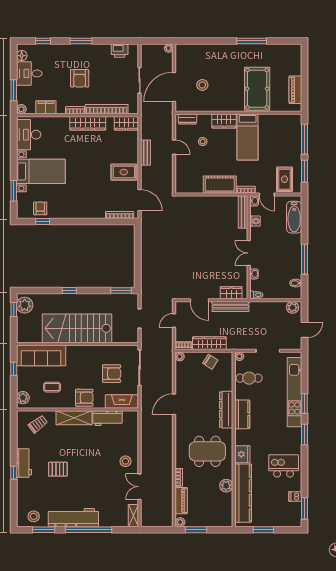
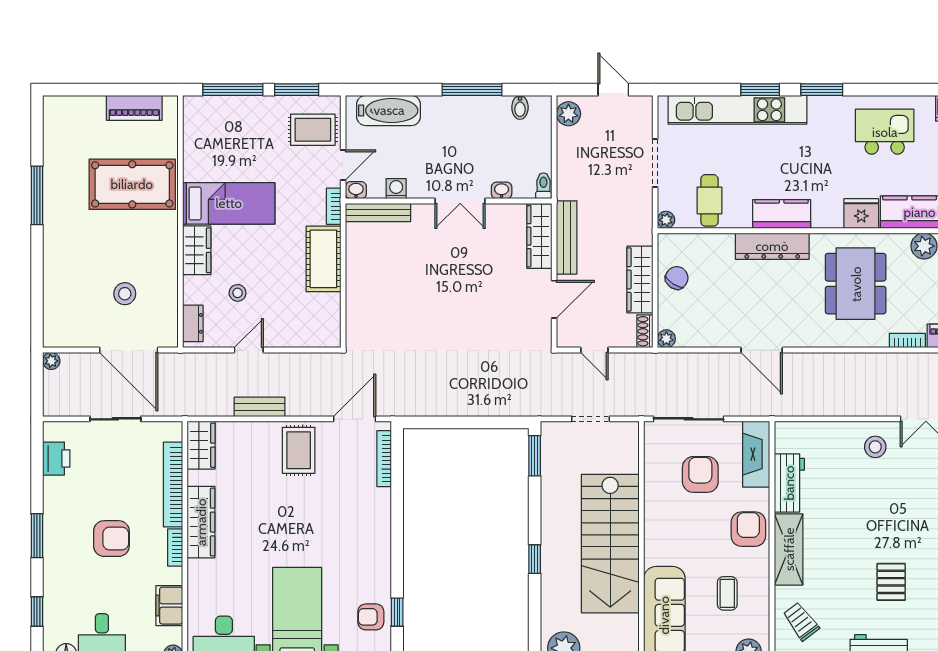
wardrobe: (231, 293) -> (539, 236), width x1.50
kitchen island: (284, 466) -> (885, 132), turned 90

